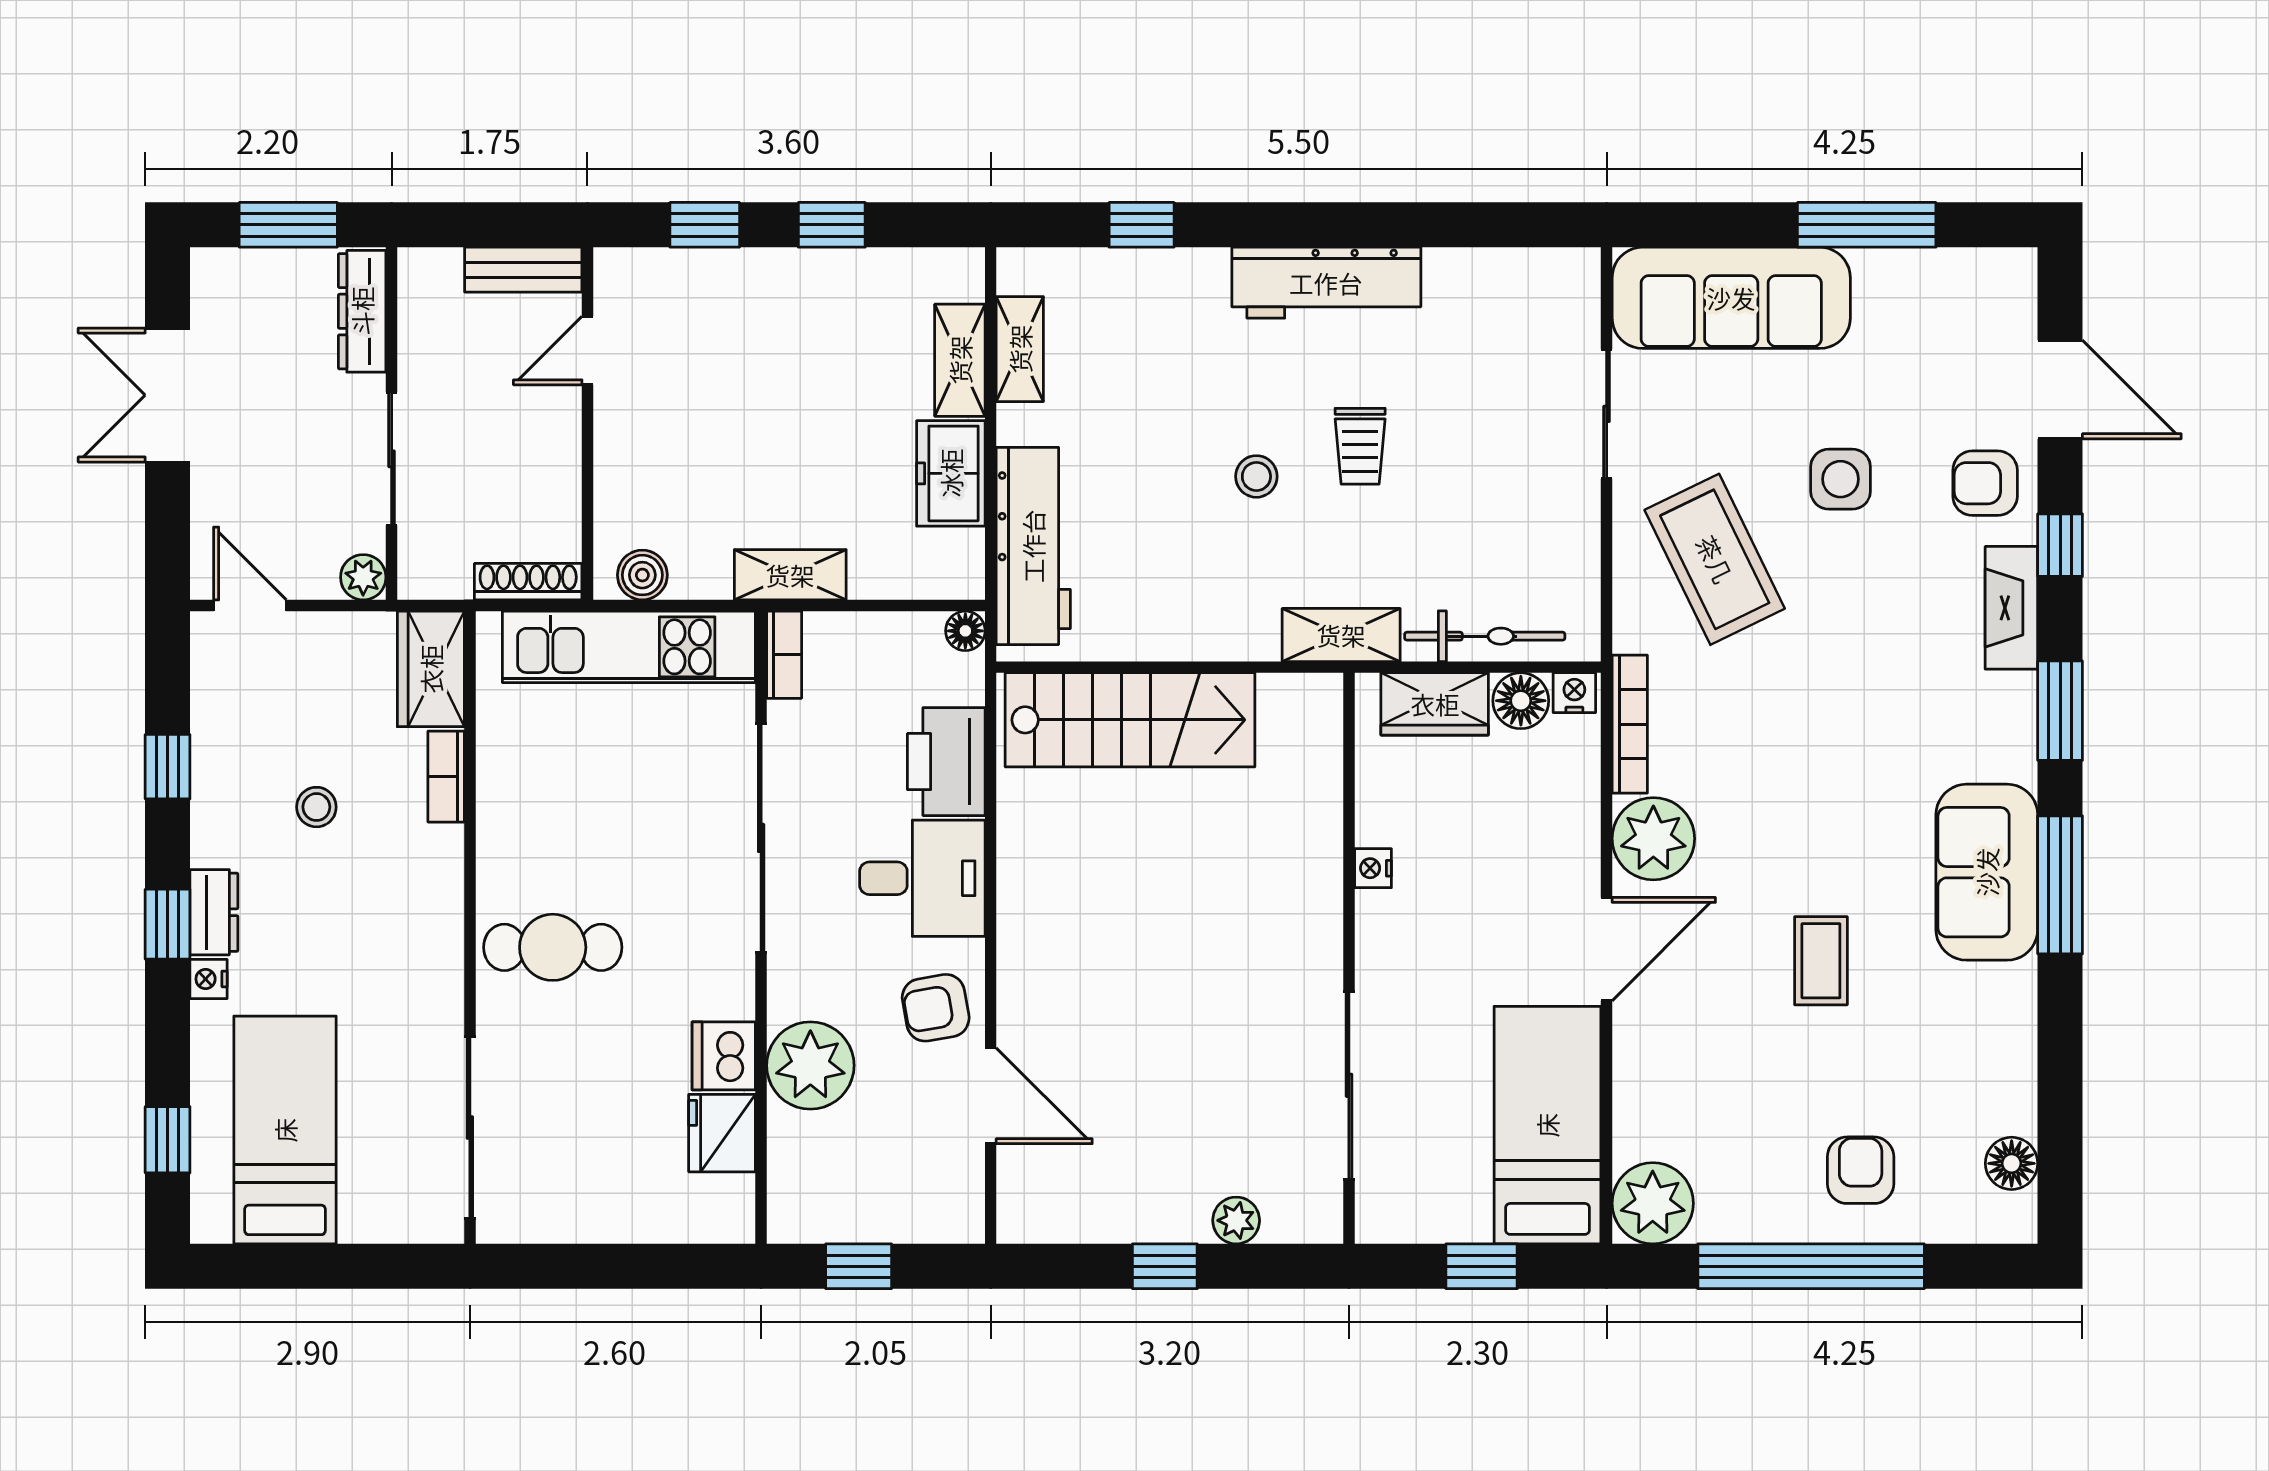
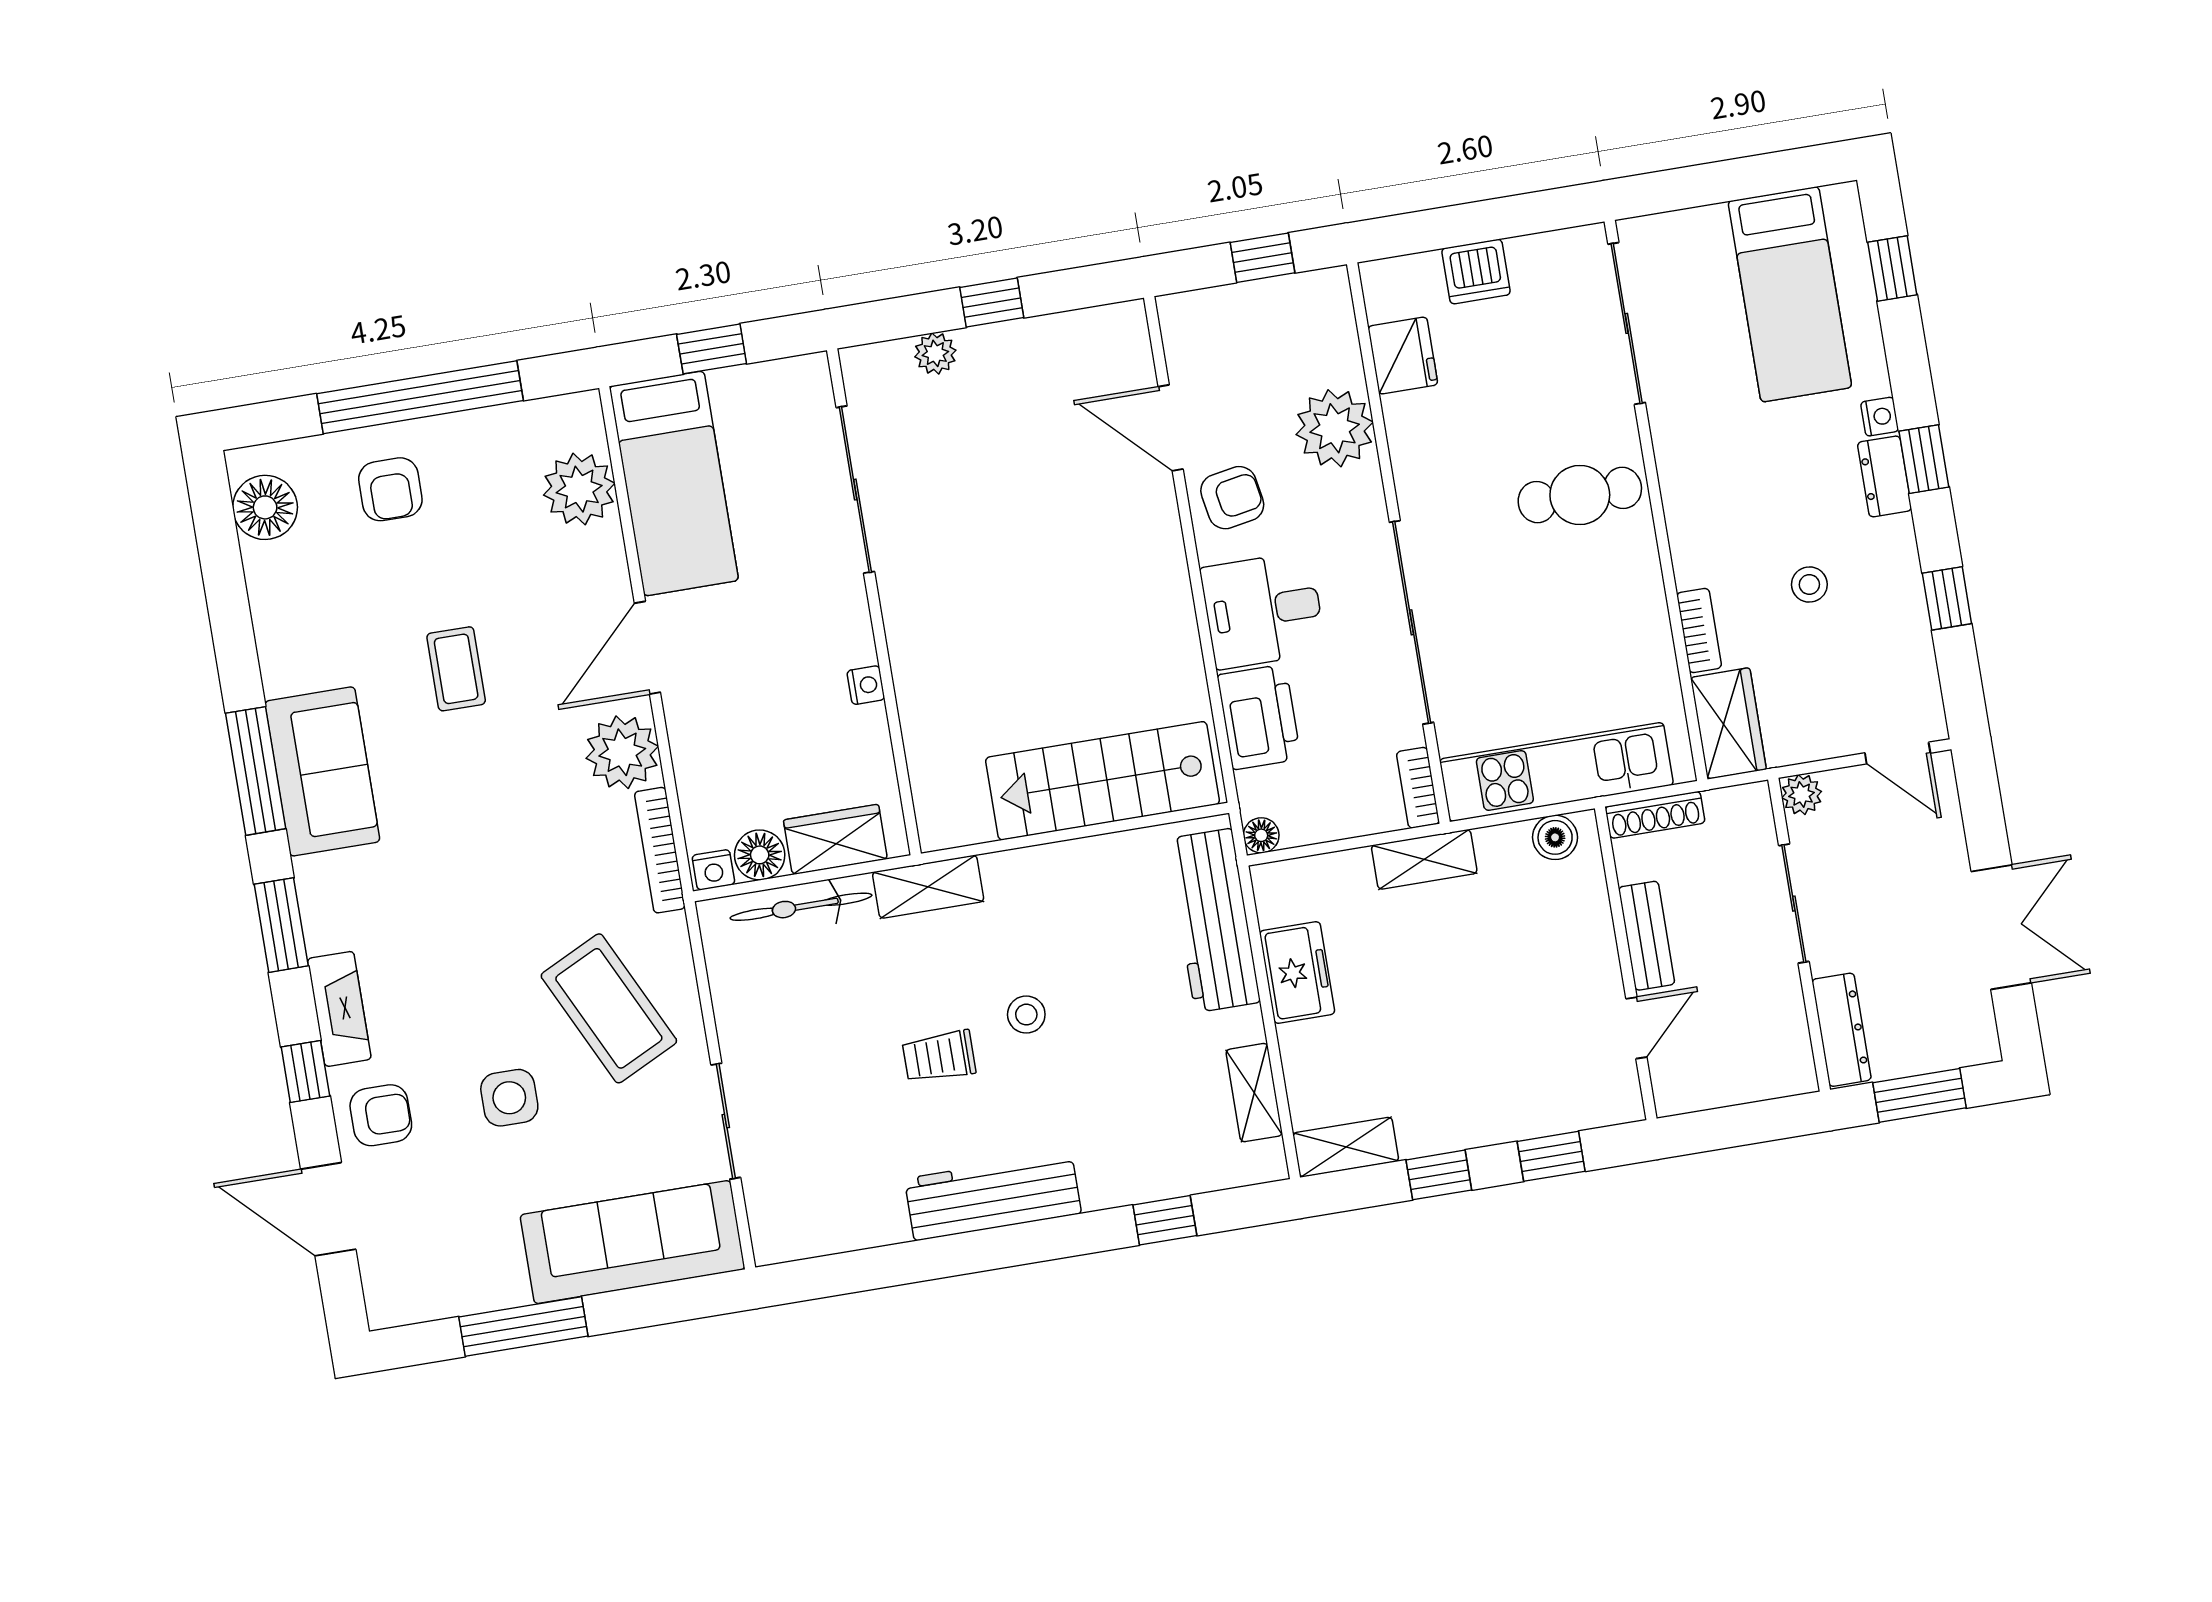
bench: (523, 270) -> (1647, 936), moved, turned 90
shelving: (960, 360) -> (1346, 1147), moved, turned 90
trolley: (1360, 446) -> (939, 1057), turned -90
dishwasher: (724, 1056) -> (1476, 272), moved, turned 90
floor lamp: (2012, 1163) -> (265, 507), width x1.38, depth x1.38
plant: (1653, 1203) -> (579, 489), moved

